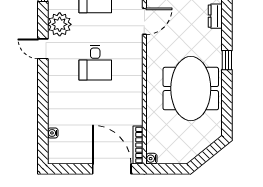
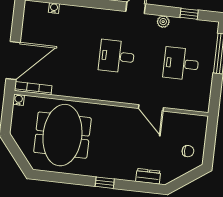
plant: (60, 24) -> (163, 22), width x0.53, depth x0.53
meeting table: (191, 89) -> (62, 135), moved, turned 90

